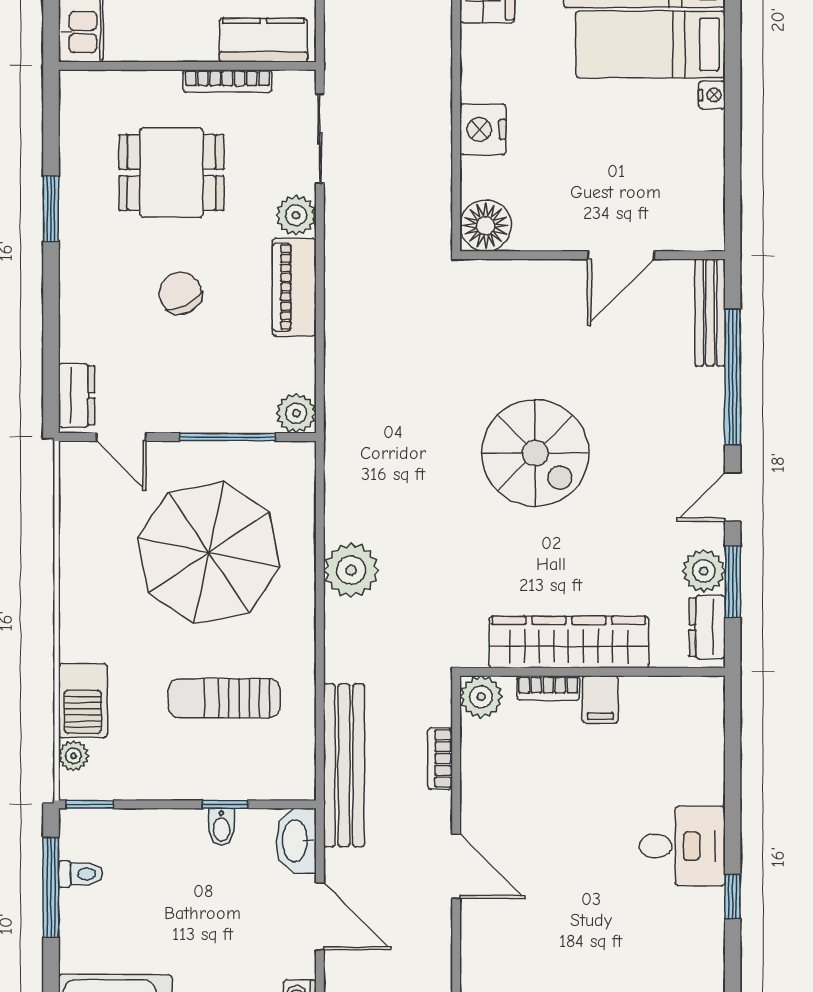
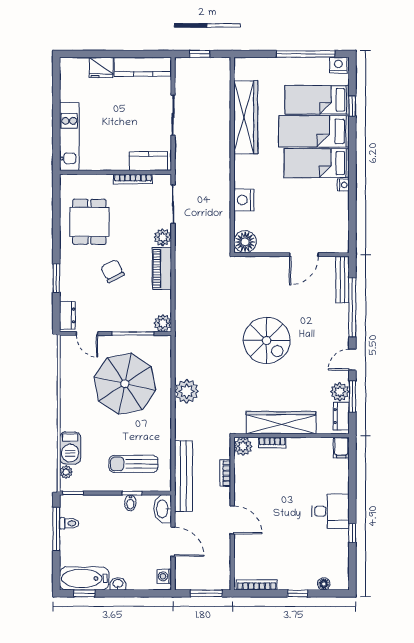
dining table: (171, 173) -> (89, 222), moved, turned 90
window: (51, 209) -> (56, 278), moved
sun lounger: (224, 698) -> (133, 464), moved
filing cabinet: (600, 699) -> (341, 447), moved

